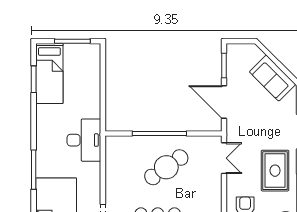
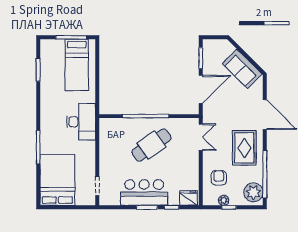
bed: (49, 73) -> (77, 65), moved
door: (224, 102) -> (201, 89), swing flipped

